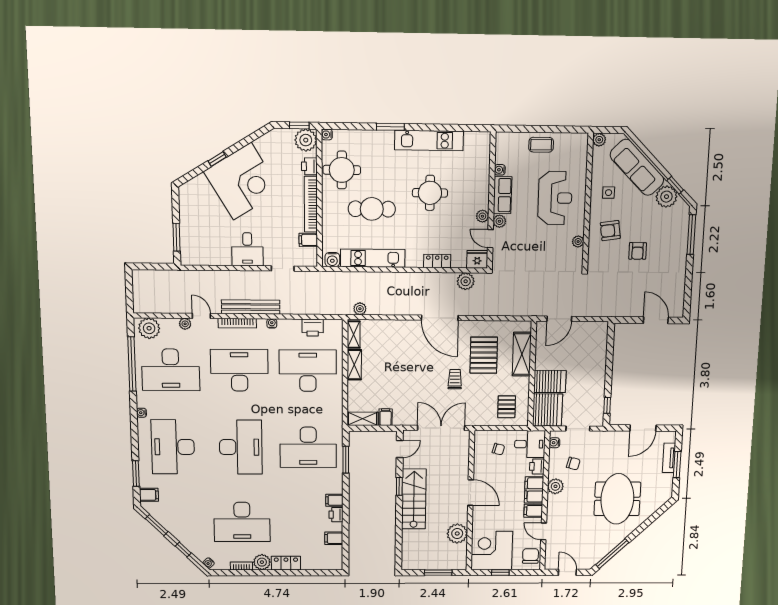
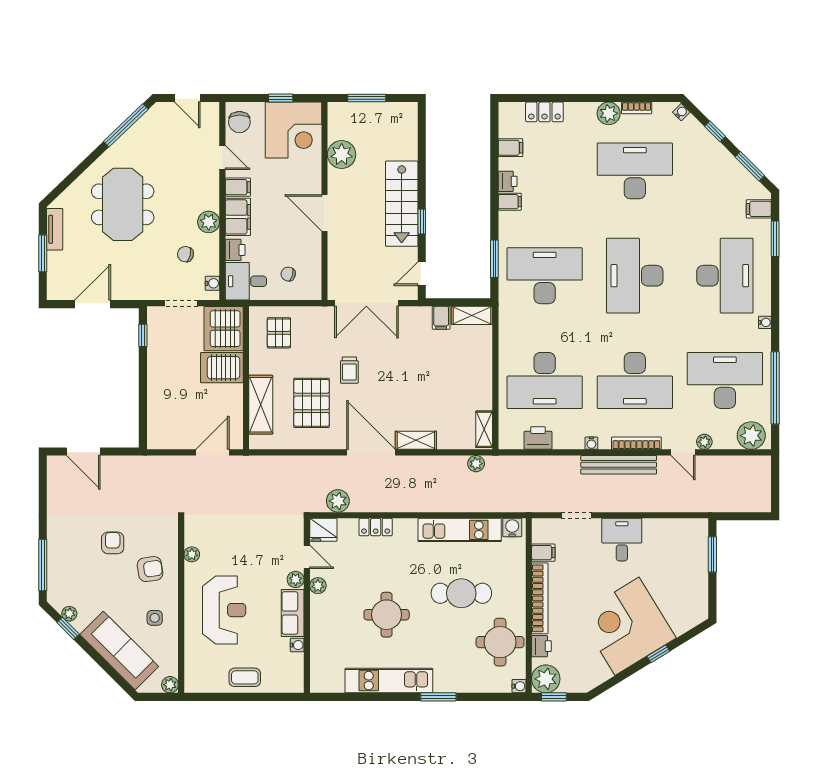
plant: (666, 197) -> (69, 614), width x0.53, depth x0.53
reception desk: (555, 198) -> (224, 610), turned 180
shelving: (354, 365) -> (416, 440), moved, turned 90
tv unit: (669, 458) -> (55, 229), moved
locker: (286, 563) -> (544, 112), moved

